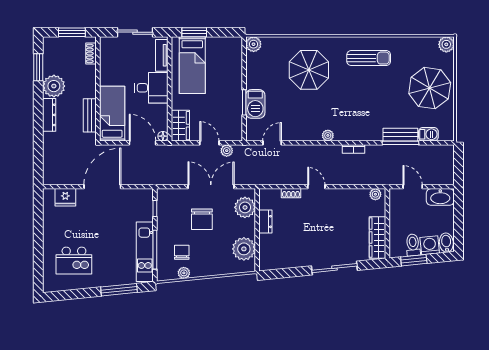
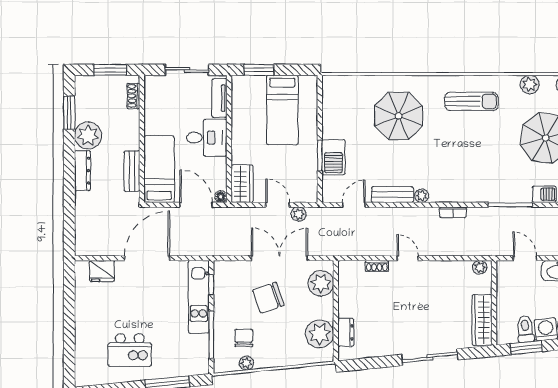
plant: (254, 44) -> (530, 85), moved
bed: (192, 65) -> (282, 110), moved
bench: (400, 135) -> (392, 195), moved
chair: (202, 219) -> (268, 298), turned 71
dresser: (265, 222) -> (346, 332), moved
kitchen unit: (145, 252) -> (199, 297), moved
kitchen island: (74, 261) -> (130, 350), moved

